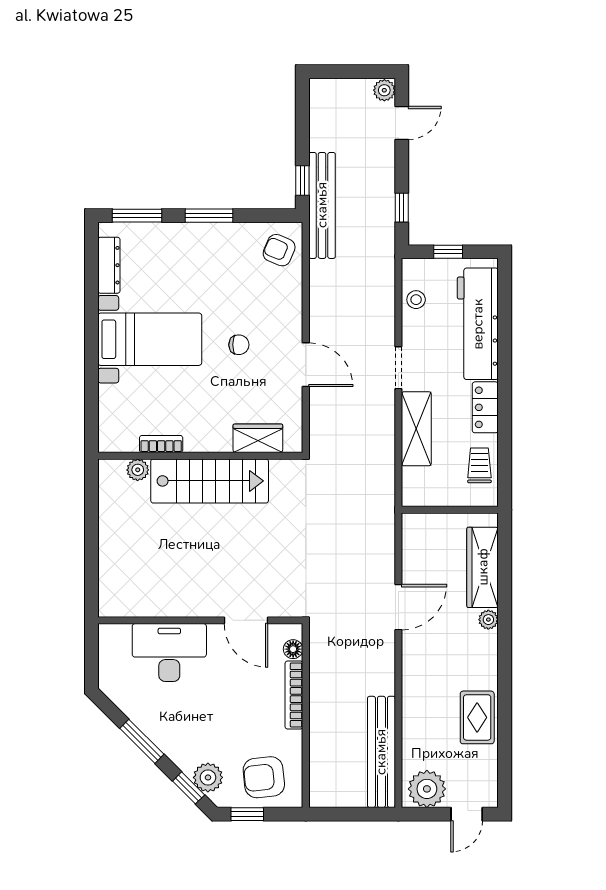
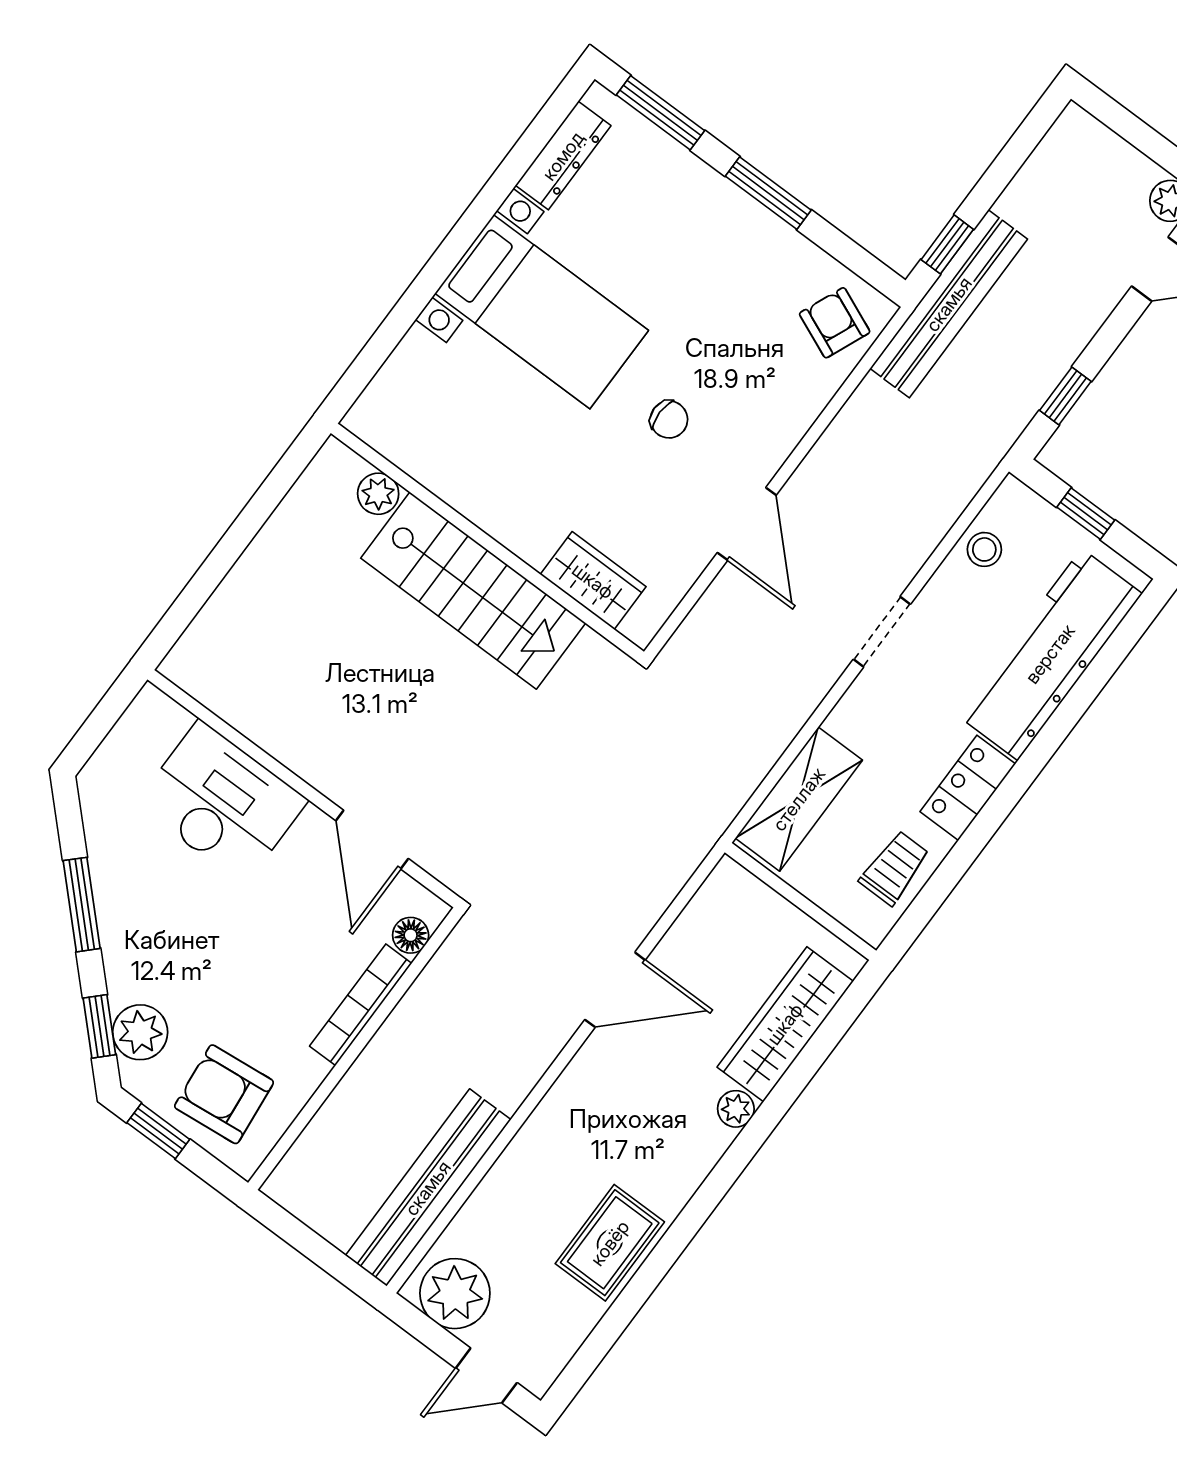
shelving: (416, 429) -> (799, 799), moved
bookcase: (161, 444) -> (442, 481), removed

